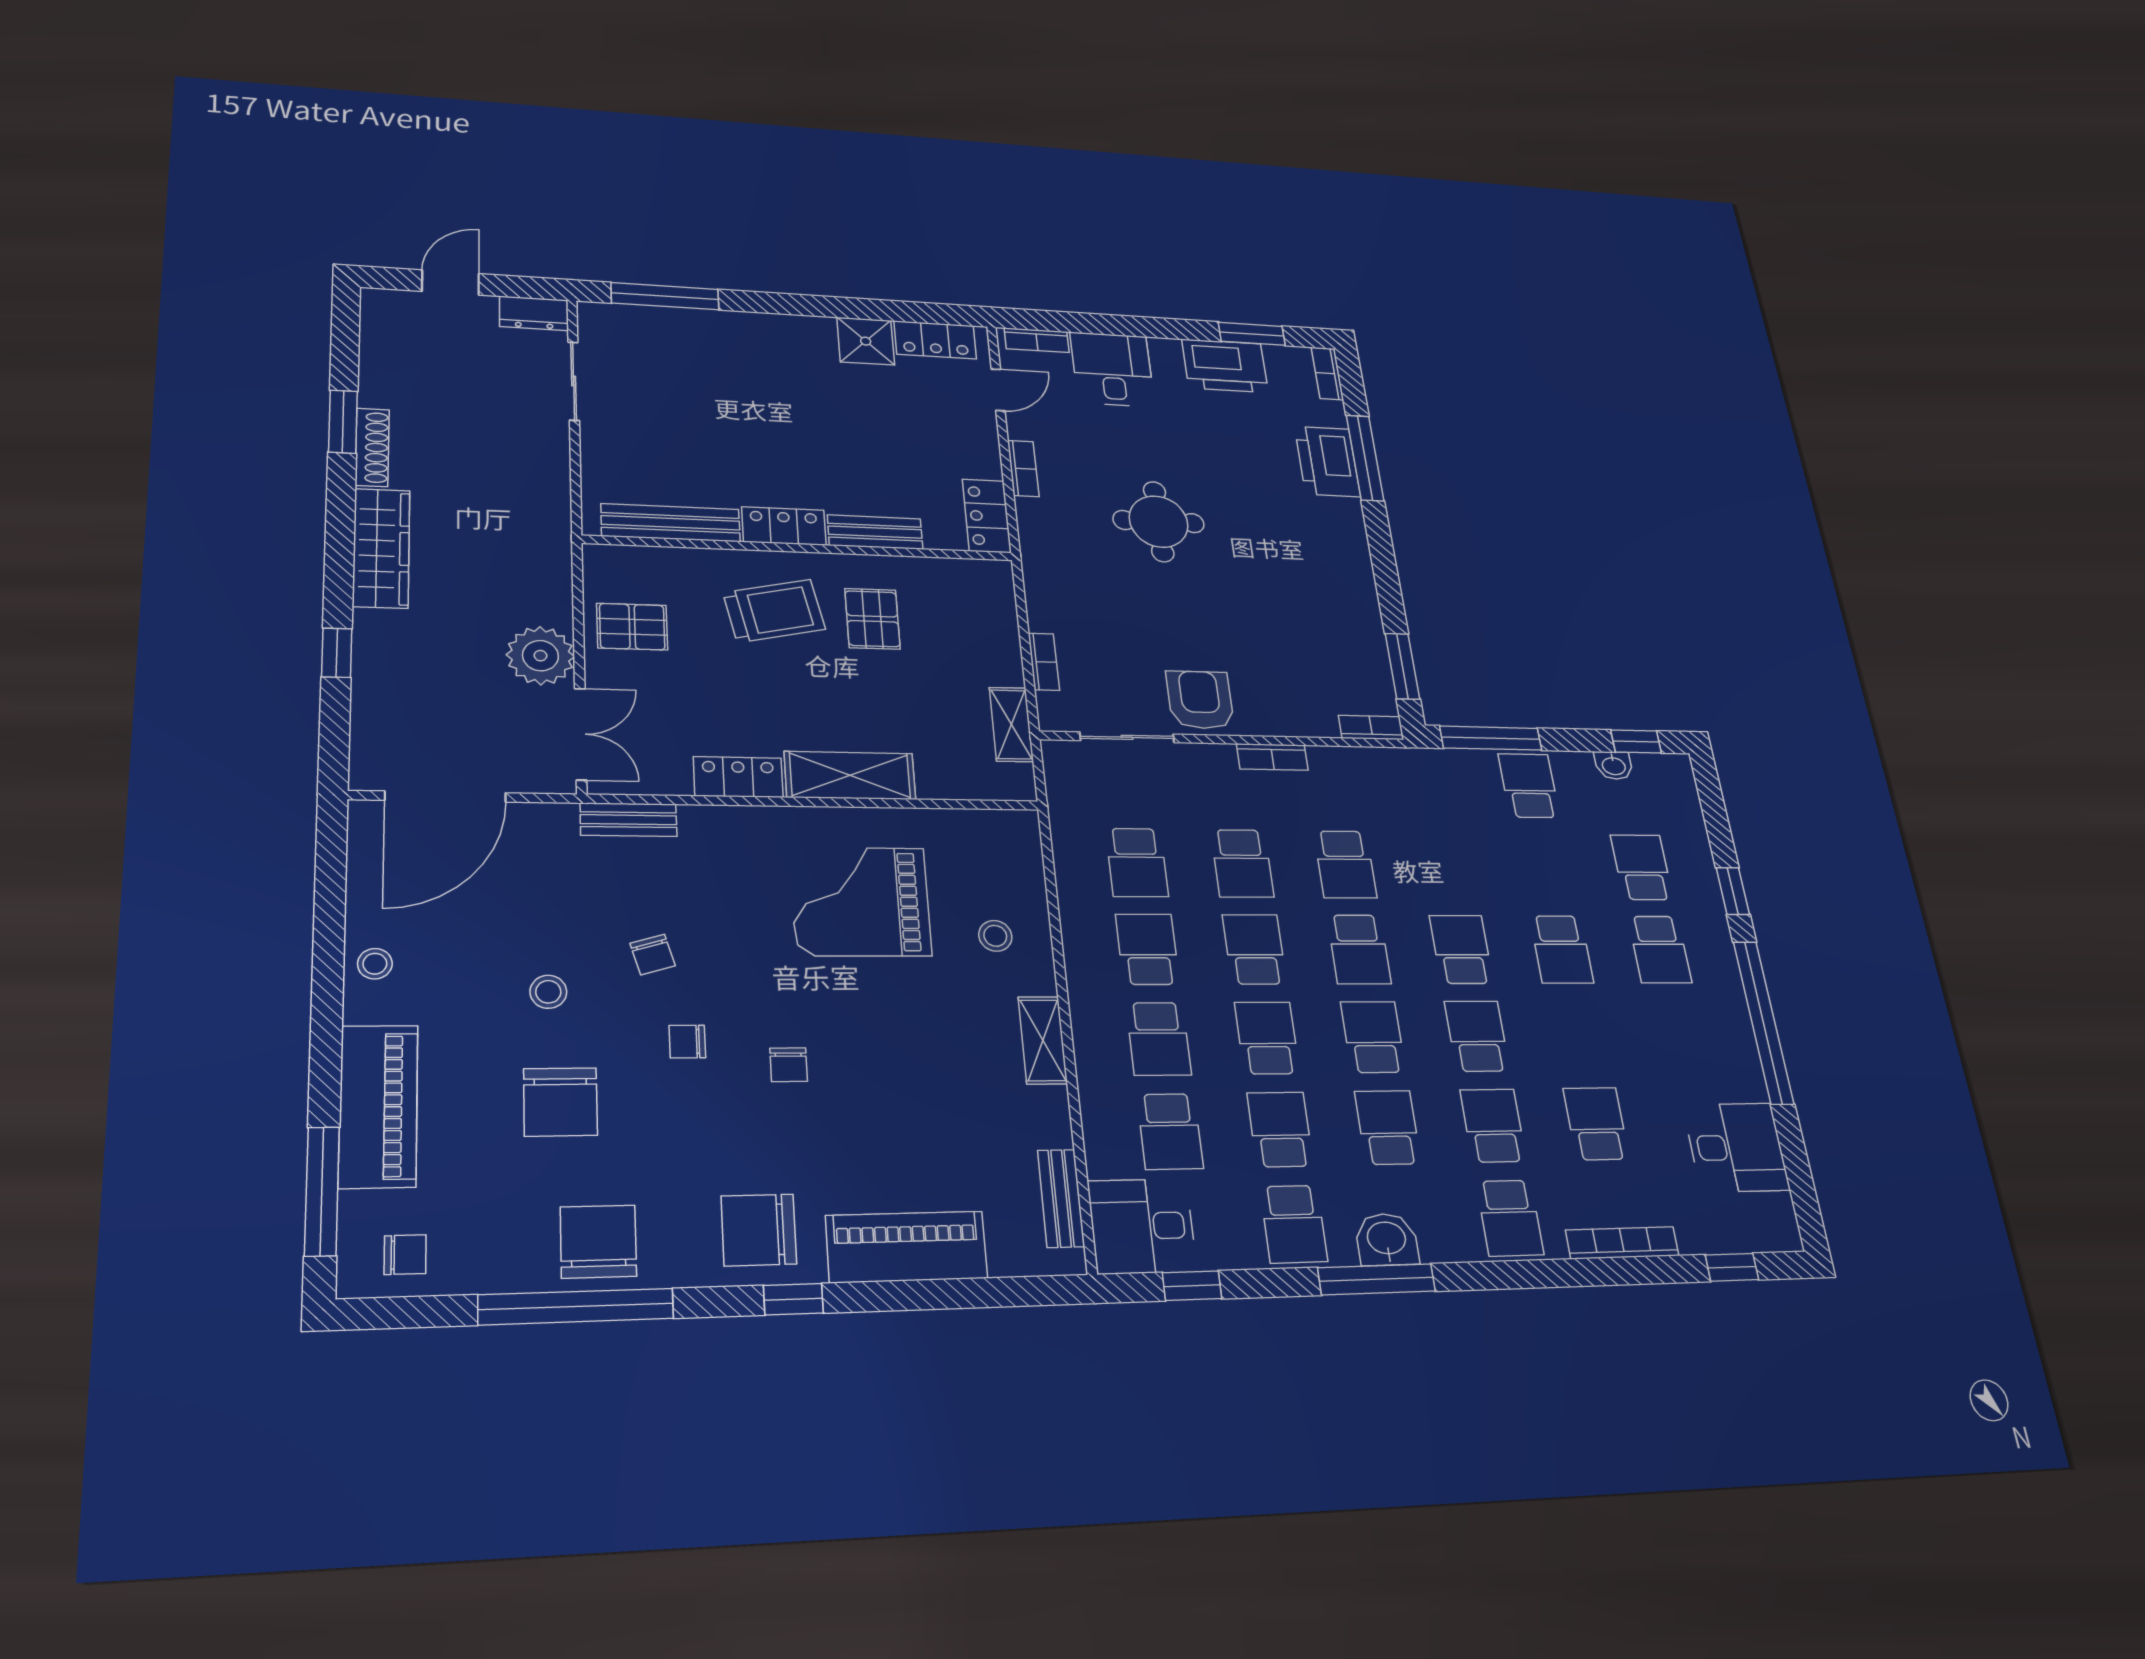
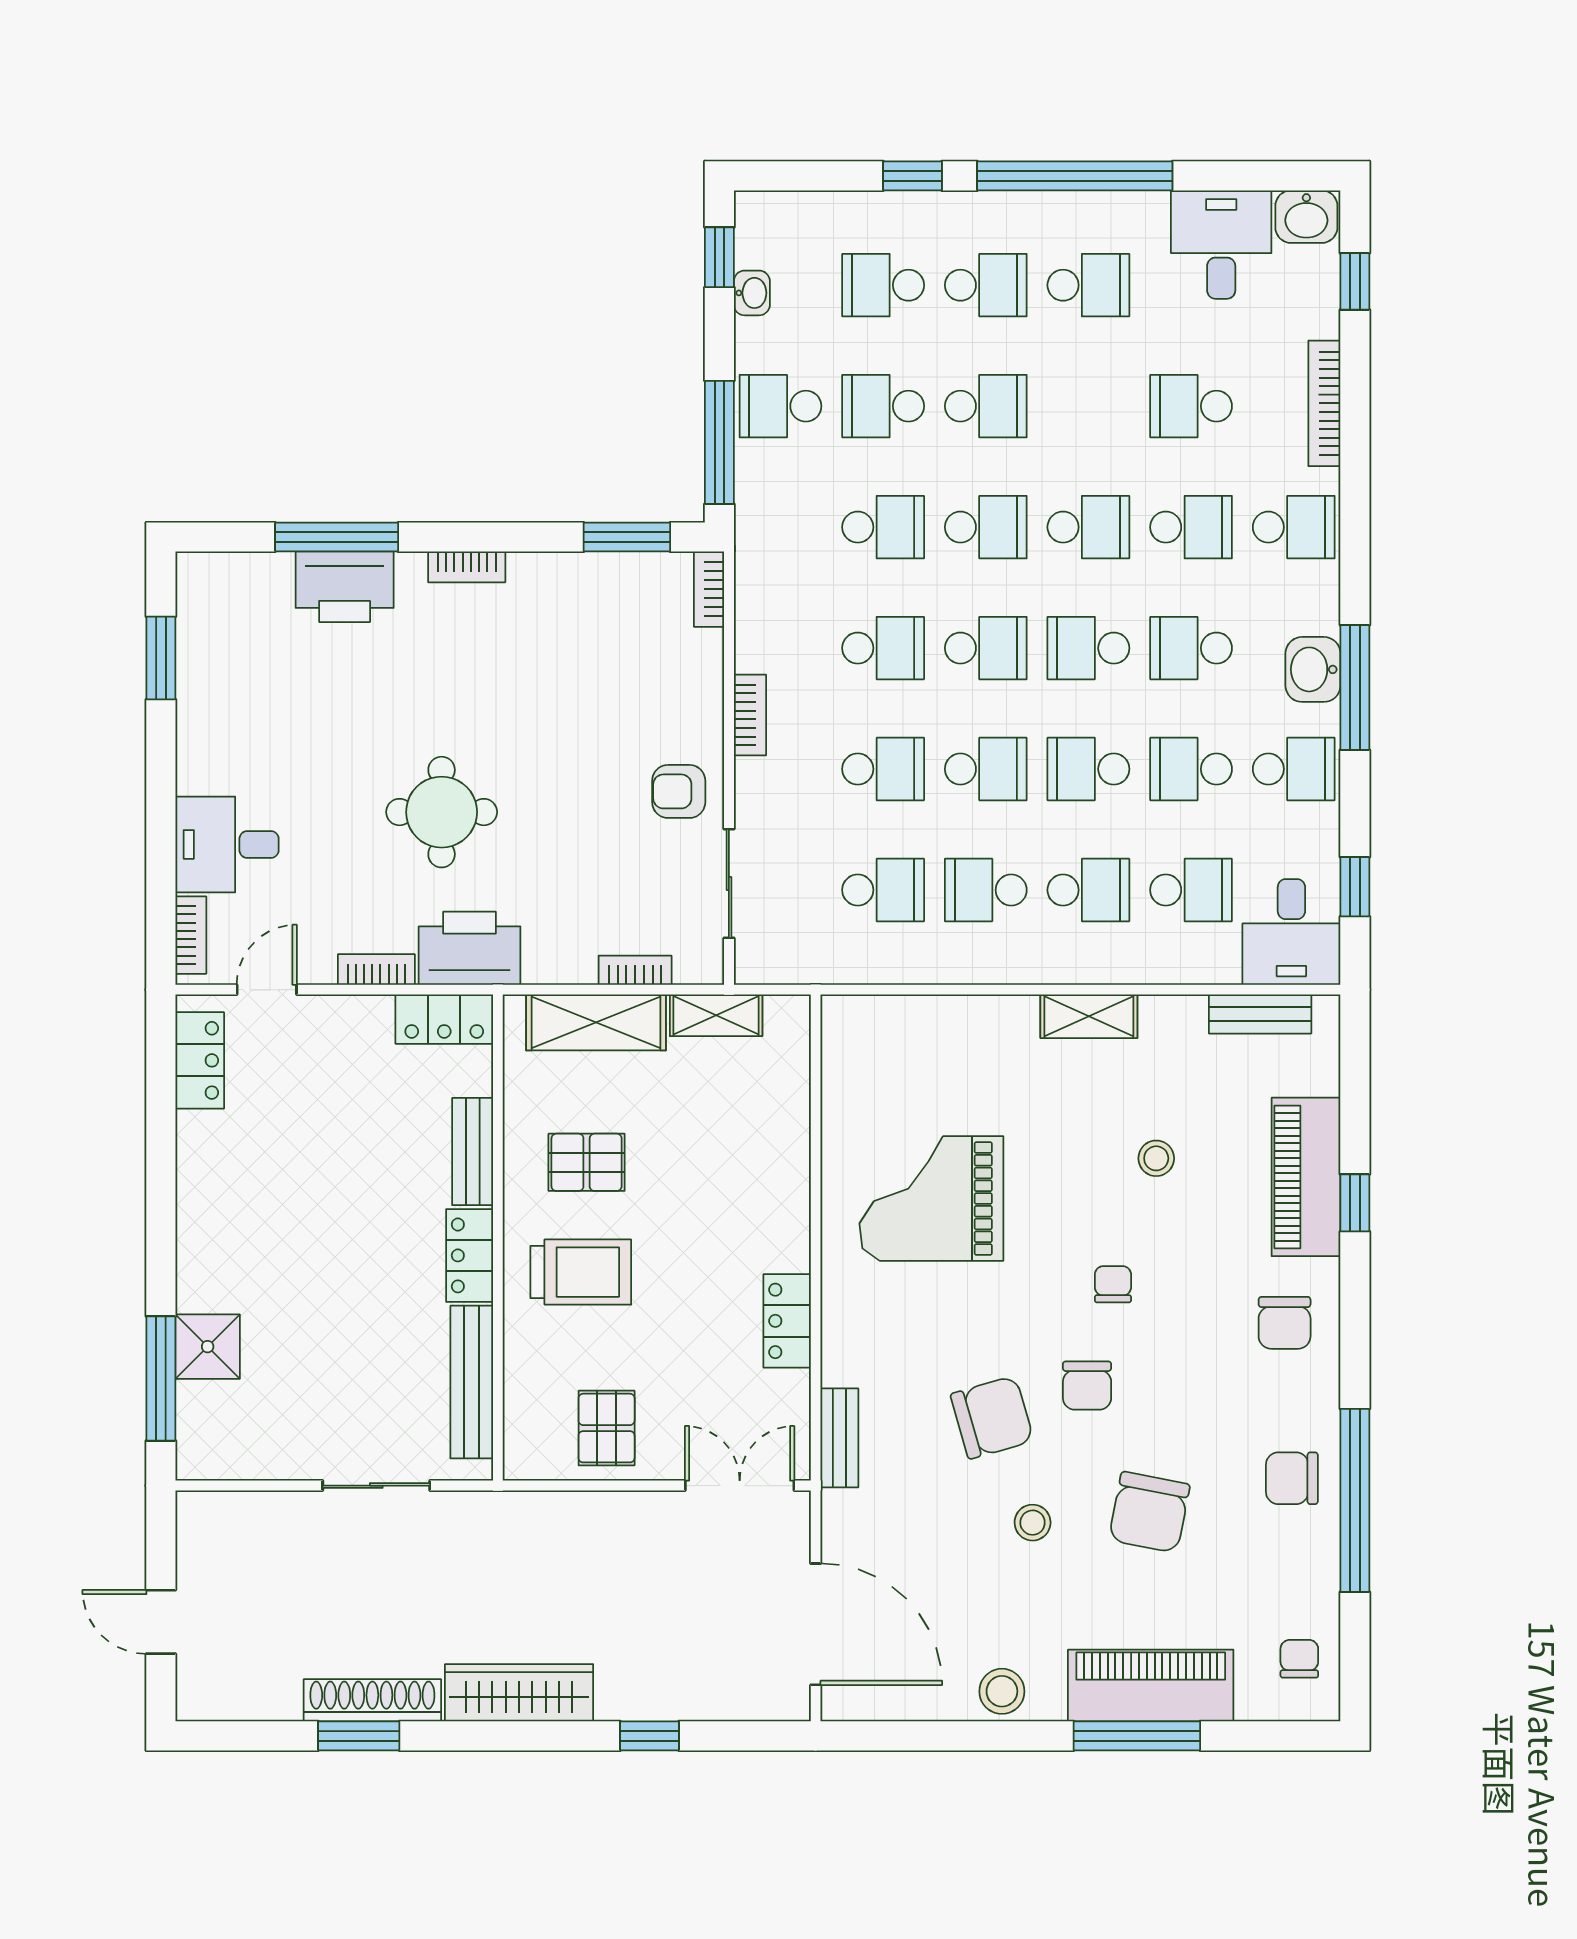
dresser: (534, 313) -> (197, 1529), removed
shower: (866, 341) -> (208, 1347), moved
printer: (1225, 366) -> (470, 948), moved, turned -90
bookcase: (1327, 373) -> (467, 567), moved
sliding door: (574, 381) -> (376, 1486), moved
door: (998, 390) -> (267, 990), hinge flipped
shoe rack: (372, 447) -> (372, 1700), width x1.36, depth x1.24
trolley: (774, 611) -> (581, 1272), turned 102
plant: (540, 656) -> (646, 1526), removed
armchair: (1200, 700) -> (679, 791), width x0.72, depth x0.72
shelving: (850, 775) -> (596, 1022), moved, turned 90
school desk: (1446, 865) -> (883, 527), added
school desk: (1545, 866) -> (883, 406), added
grand piano: (861, 901) -> (931, 1199), turned 90
stool: (995, 936) -> (1156, 1158), moved
school desk: (1254, 949) -> (986, 769), turned 180
school desk: (1461, 949) -> (986, 527), turned 180
chair: (653, 955) -> (992, 1417), width x1.87, depth x1.87
stool: (375, 964) -> (1002, 1691), width x1.37, depth x1.37
school desk: (1678, 1034) -> (1088, 285), added
school desk: (1477, 1036) -> (1088, 527), turned 180
chair: (687, 1042) -> (1087, 1386), width x1.37, depth x1.37
chair: (789, 1065) -> (1113, 1284), turned -90
chair: (560, 1102) -> (1149, 1512), turned 101
school desk: (1493, 1126) -> (1191, 527), turned 180
window: (322, 1191) -> (1137, 1736), moved
washbasin: (1776, 1222) -> (1306, 217), added
chair: (759, 1230) -> (1285, 1323), width x0.73, depth x0.73
chair: (598, 1242) -> (1292, 1478), width x0.73, depth x0.73
window: (793, 1299) -> (1355, 1203), moved

